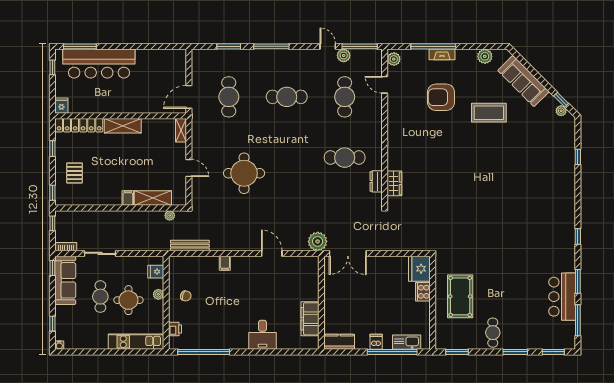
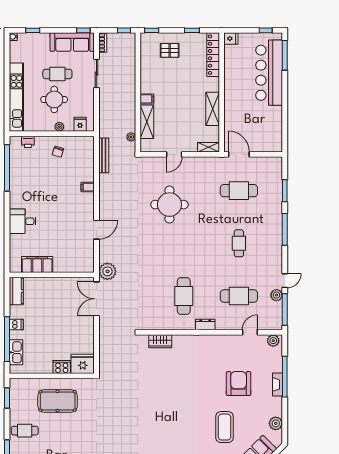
cafe table: (287, 97) -> (239, 243), width x0.73, depth x0.74
shelving: (123, 126) -> (213, 109), moved
dresser: (376, 181) -> (205, 325), moved
kitchen unit: (136, 342) -> (16, 97), width x1.36

